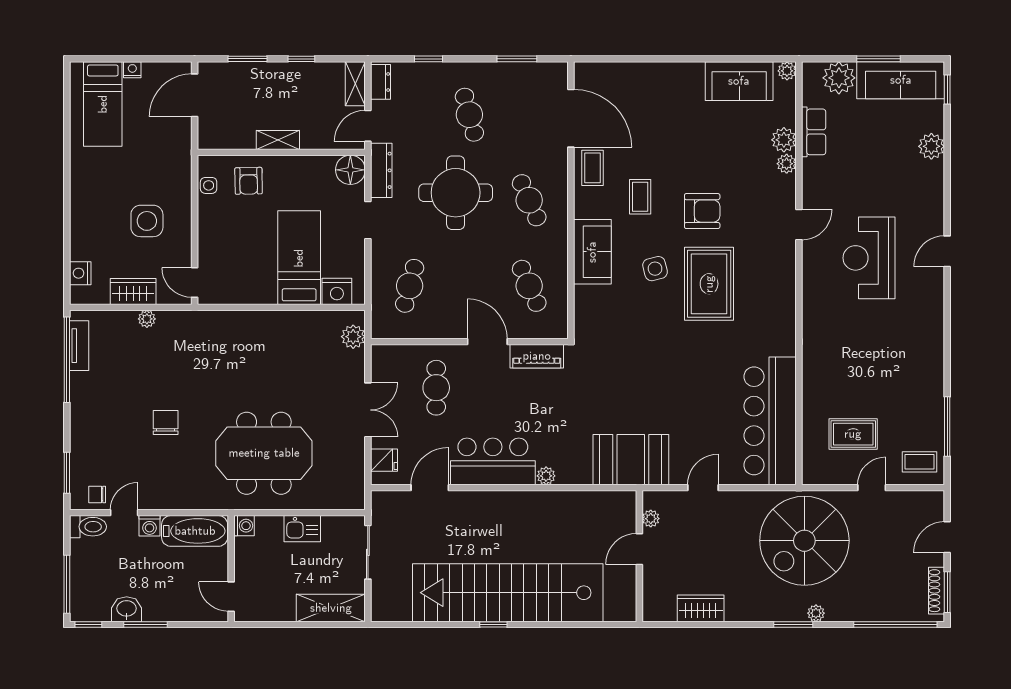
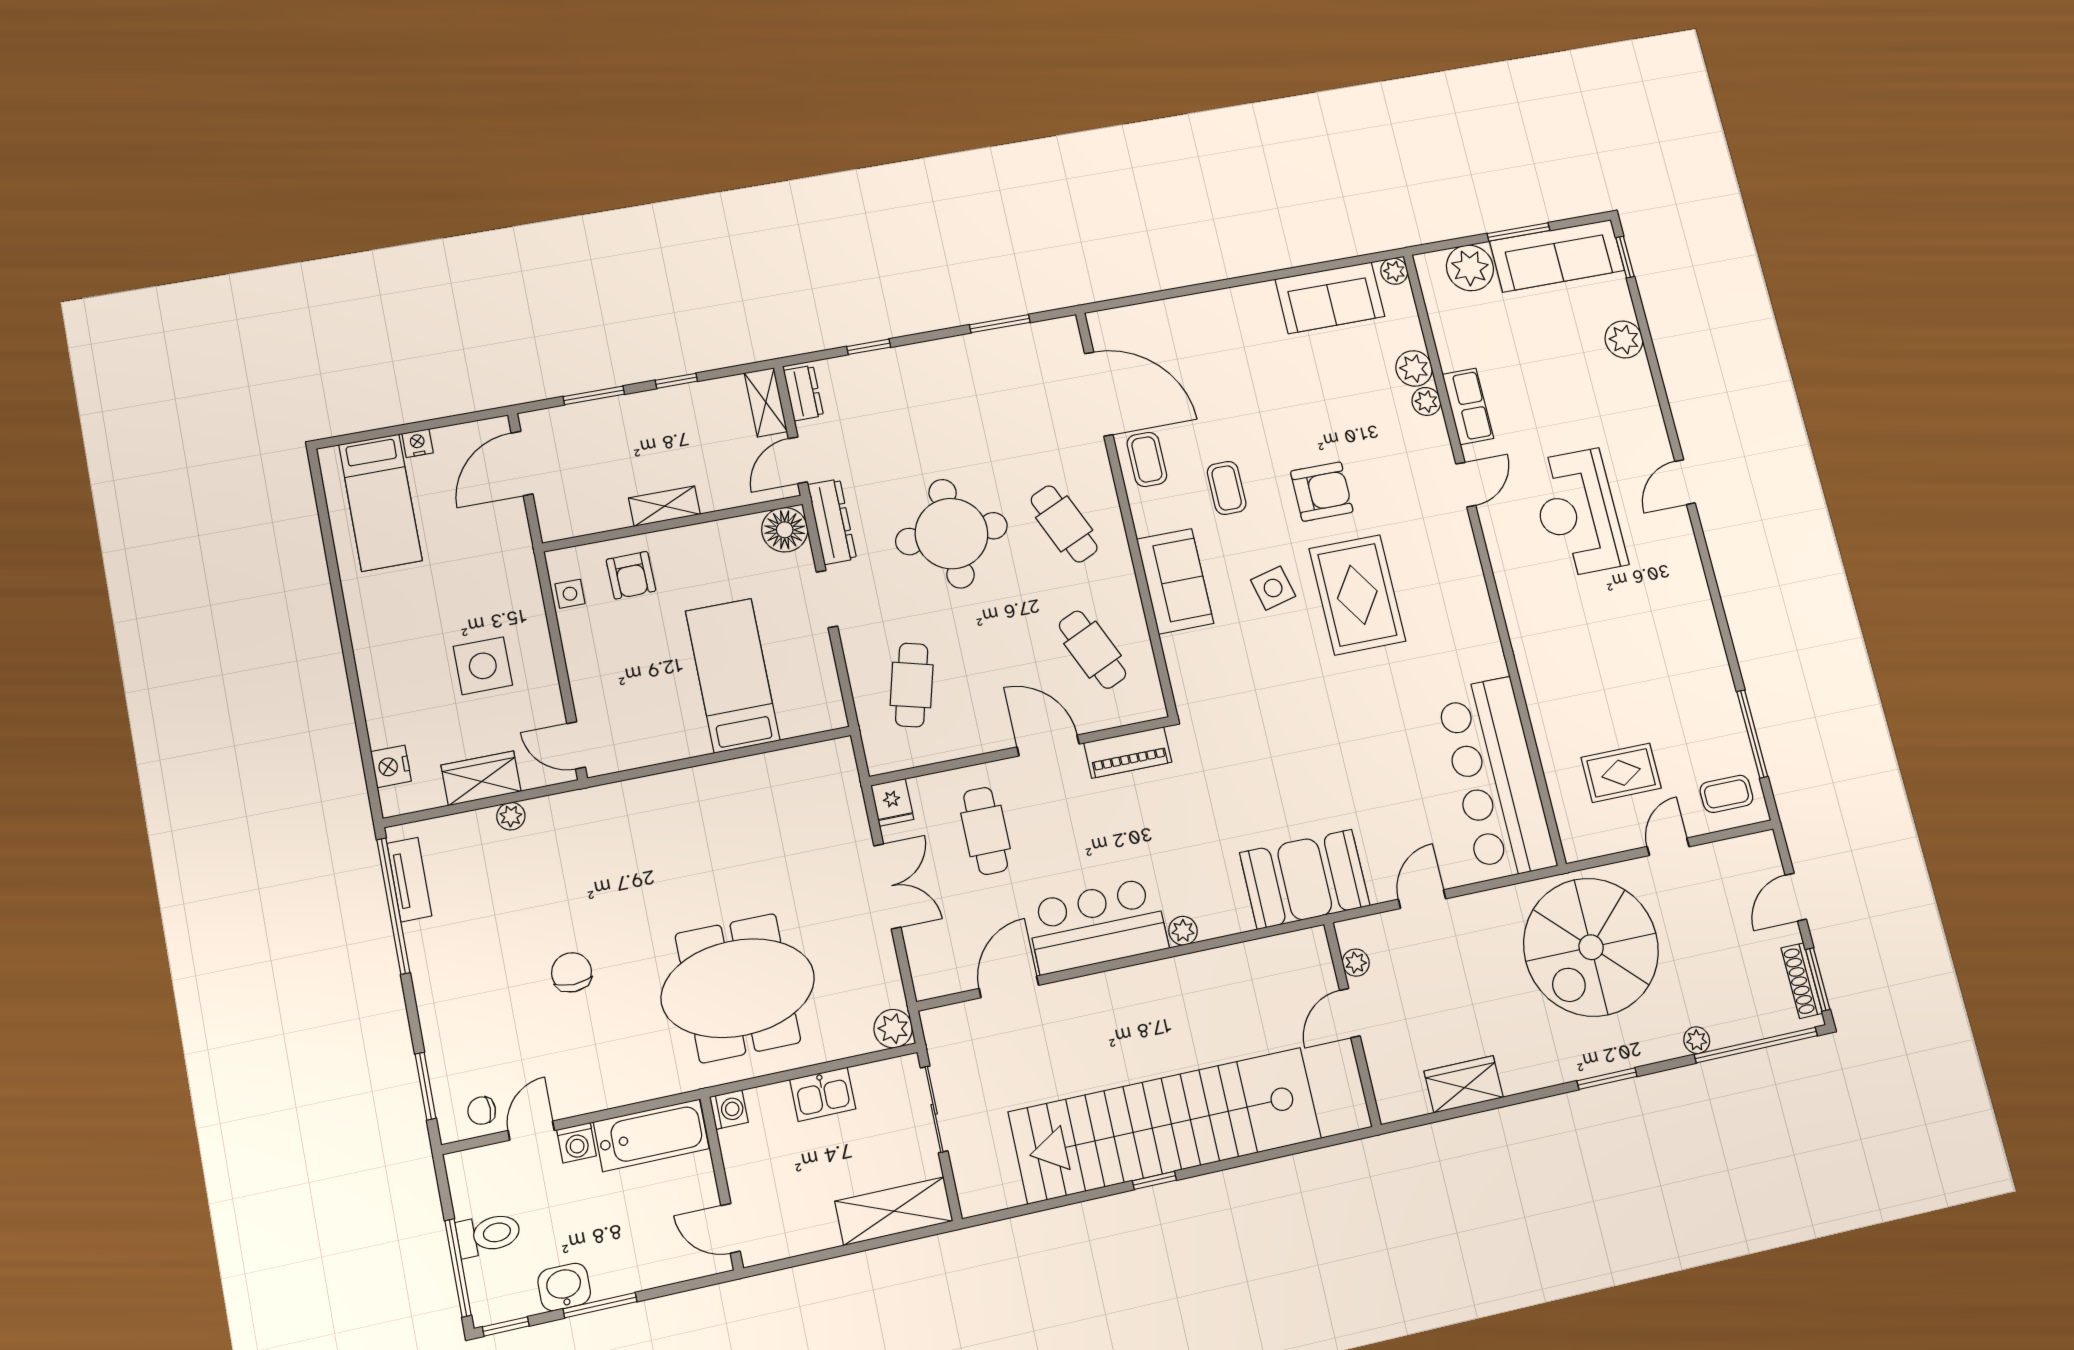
cafe table: (469, 115) -> (947, 416), removed
row of seats: (814, 132) -> (1468, 406), moved
nightstand: (337, 291) -> (802, 715), removed
plant: (353, 337) -> (893, 1029), moved
fridge: (384, 460) -> (892, 802), moved, turned 90
toilet: (88, 527) -> (488, 1234), moved
plant: (816, 613) -> (1697, 1040), moved

